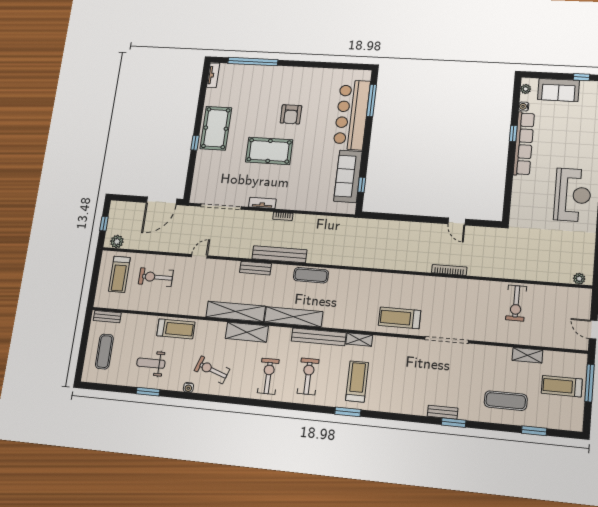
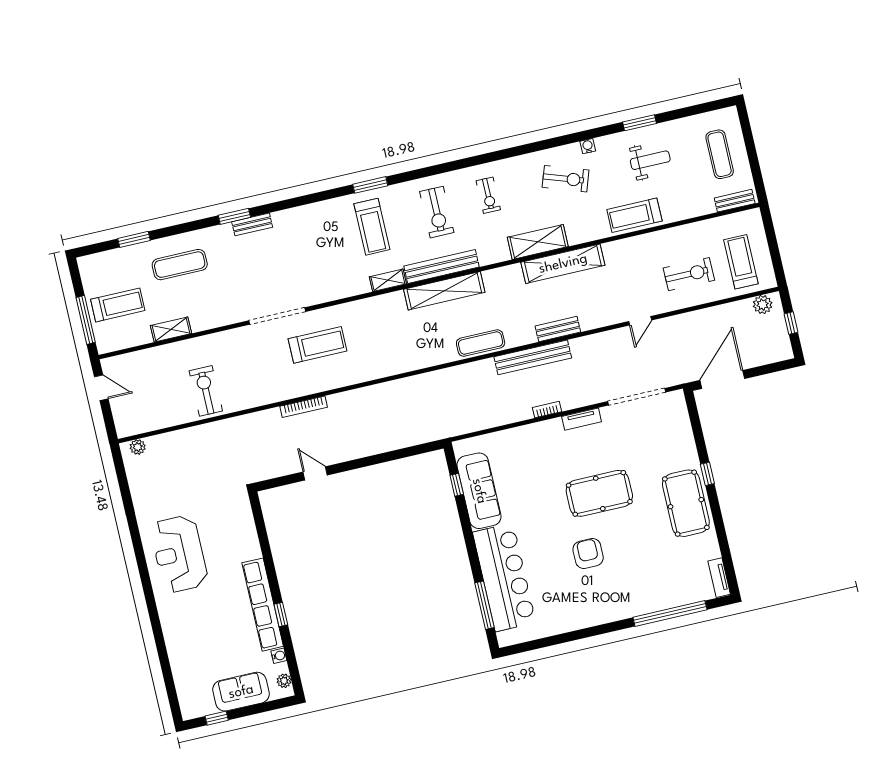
shelving: (294, 317) -> (444, 291), moved
treadmill: (400, 318) -> (317, 345), moved
exercise bike: (268, 376) -> (488, 195), width x0.73, depth x0.72

